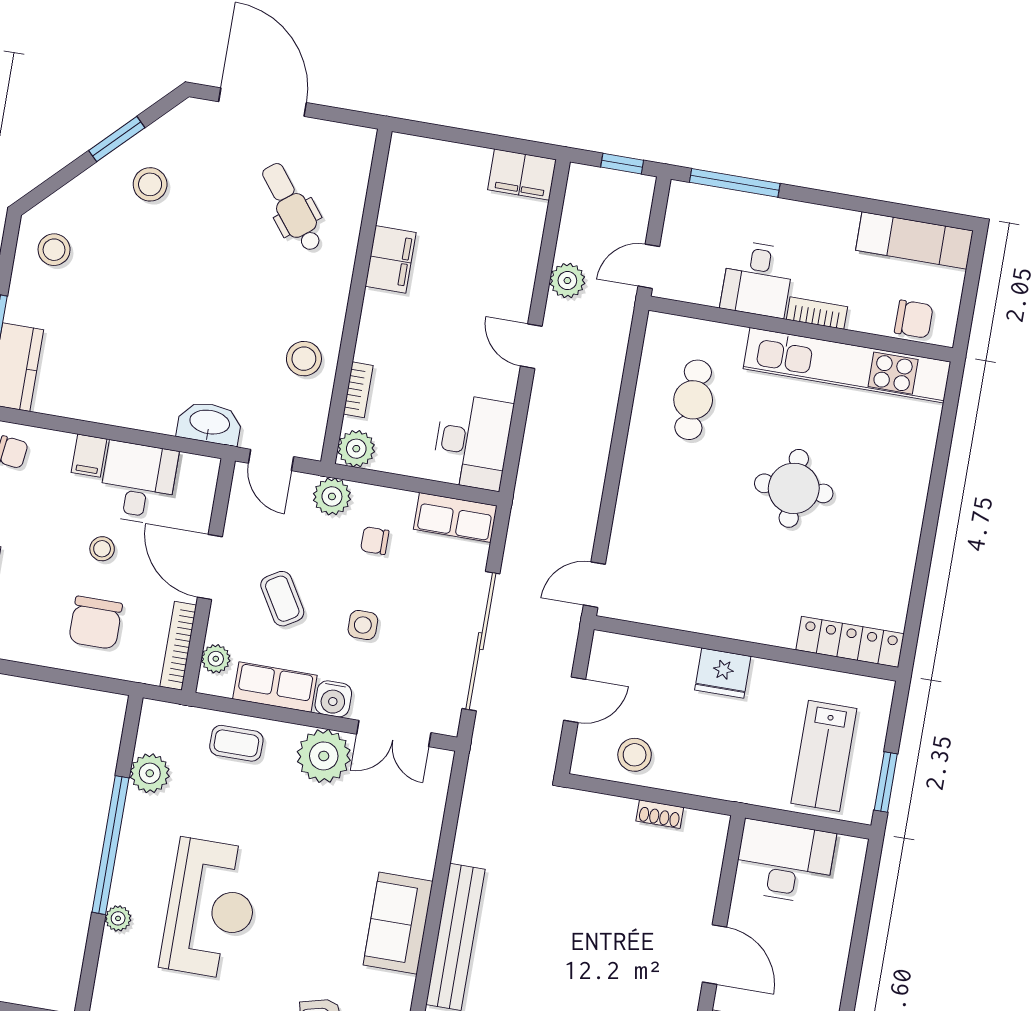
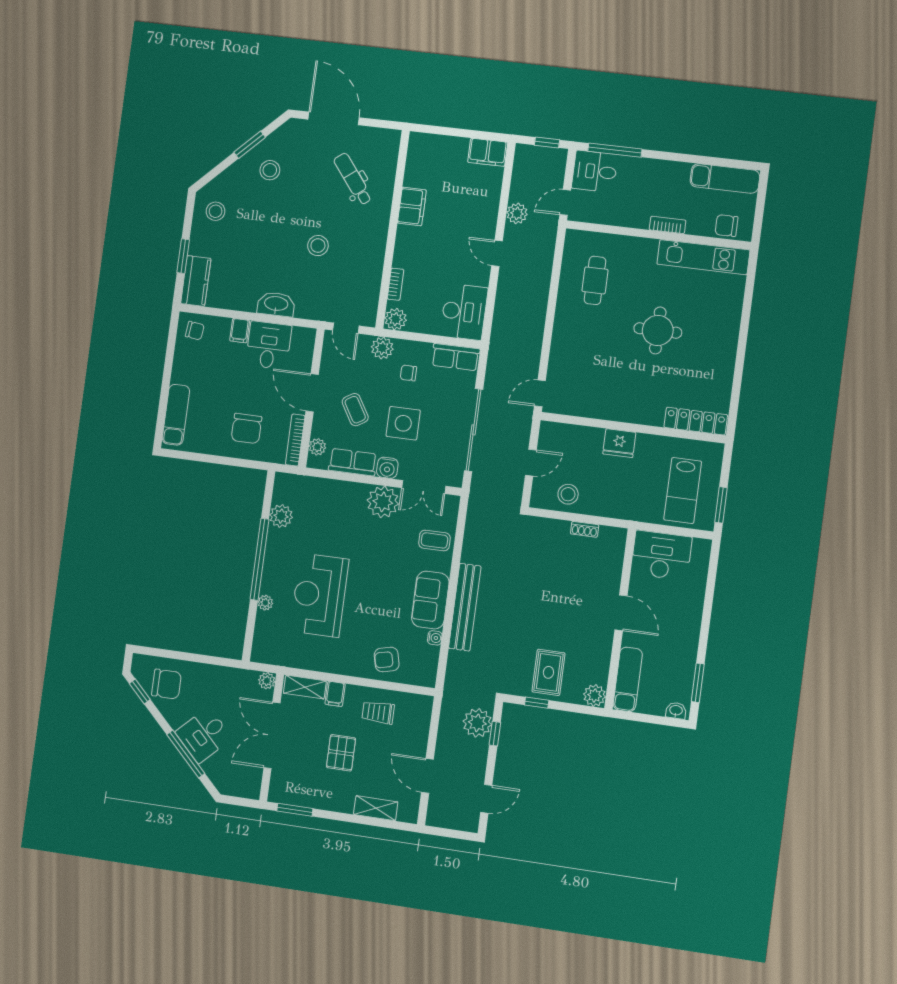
desk: (757, 279) -> (595, 171), moved, turned 90
chair: (914, 319) -> (726, 226), turned 180
stool: (304, 359) -> (318, 246), moved
kitchen unit: (847, 365) -> (703, 257), width x0.73
washbasin: (210, 423) -> (276, 304), moved
stool: (102, 549) -> (249, 385), removed
side table: (363, 625) -> (403, 423), width x1.87, depth x1.87
coffee table: (236, 743) -> (434, 540), moved
reception desk: (211, 909) -> (319, 595), turned 180
water cooler: (403, 986) -> (435, 638), added

